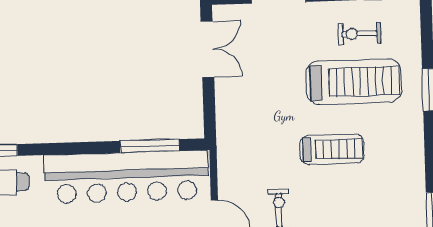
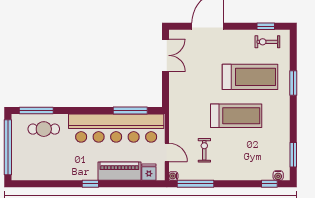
exercise bike: (360, 34) -> (267, 42), moved
treadmill: (332, 149) -> (236, 116), width x1.37, depth x1.38

